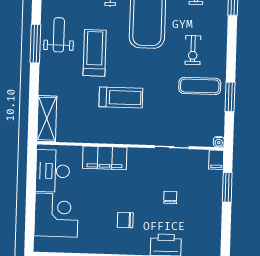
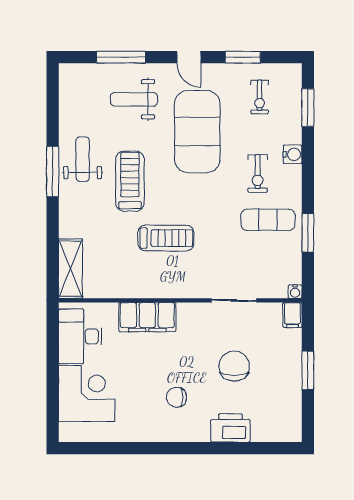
water cooler: (220, 36) -> (293, 154), added
window: (227, 187) -> (308, 370), moved
chair: (170, 197) -> (234, 366), width x1.87, depth x1.87

